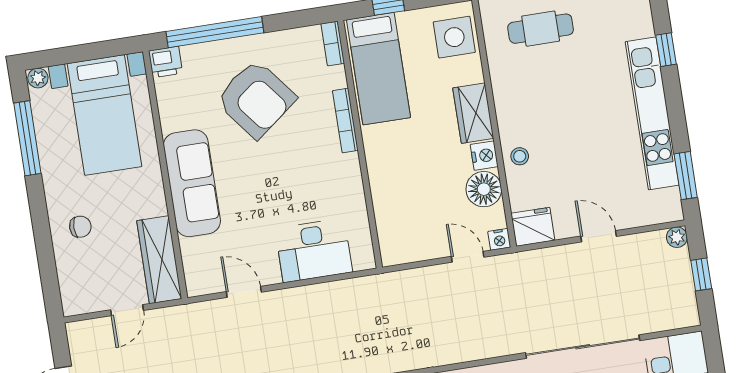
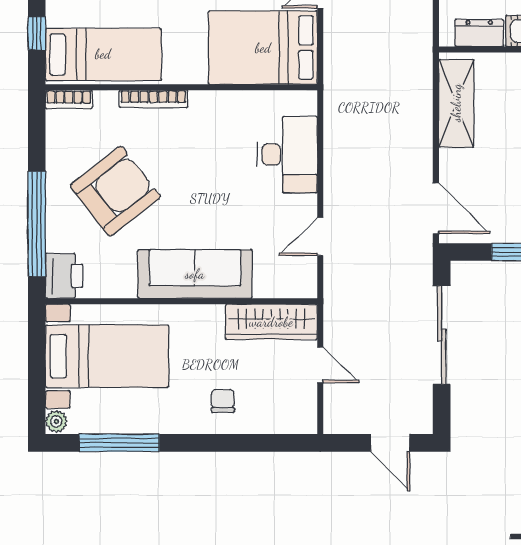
printer: (166, 62) -> (64, 276), width x1.36, depth x1.24
bed: (408, 213) -> (263, 48), added

